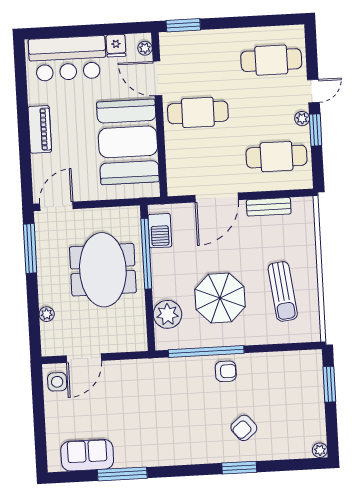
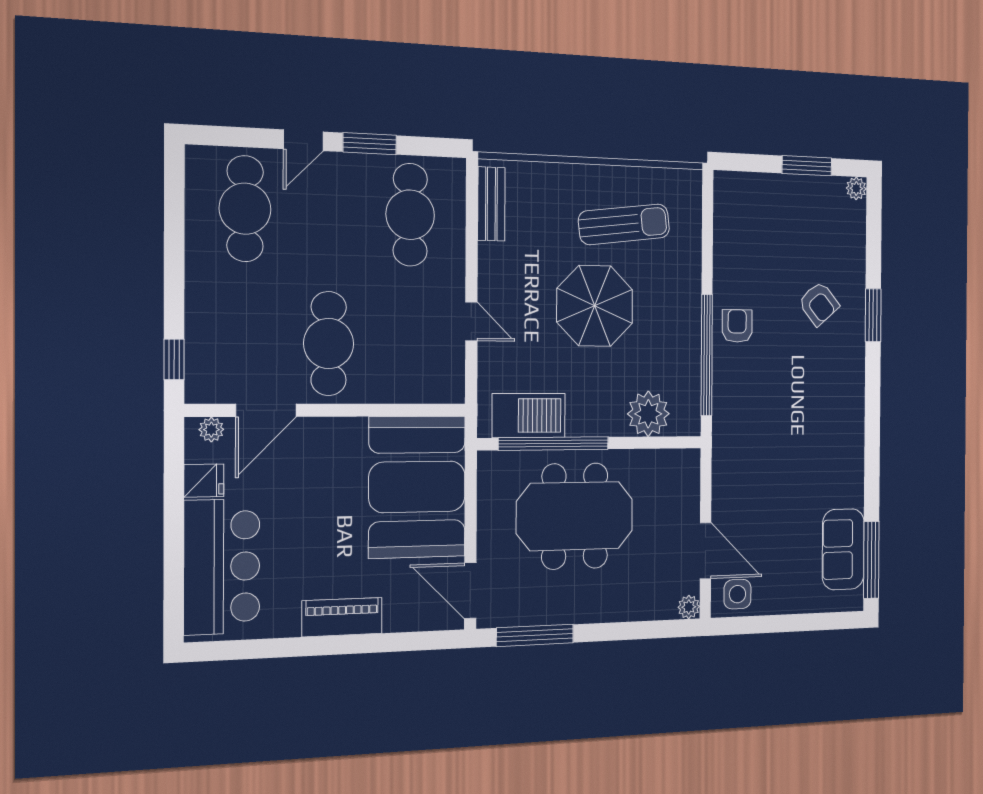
window: (183, 25) -> (174, 359), width x0.67
door: (313, 91) -> (303, 140), swing flipped
plant: (302, 119) -> (349, 165), removed
booth: (128, 142) -> (417, 487), moved, turned 90
door: (217, 197) -> (471, 321), width x0.53
bench: (269, 207) -> (491, 204), moved
barbecue: (160, 231) -> (529, 416), width x1.37, depth x1.21
parasol: (220, 298) -> (595, 306), moved
plant: (47, 314) -> (689, 607), moved
window: (329, 384) -> (807, 166), moved
window: (122, 474) -> (871, 560), moved

